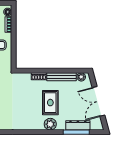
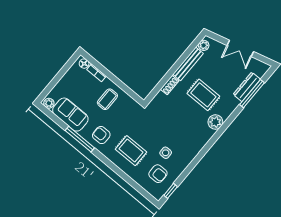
double door: (98, 101) -> (240, 48), width x0.73
plant: (50, 124) -> (215, 122), moved

